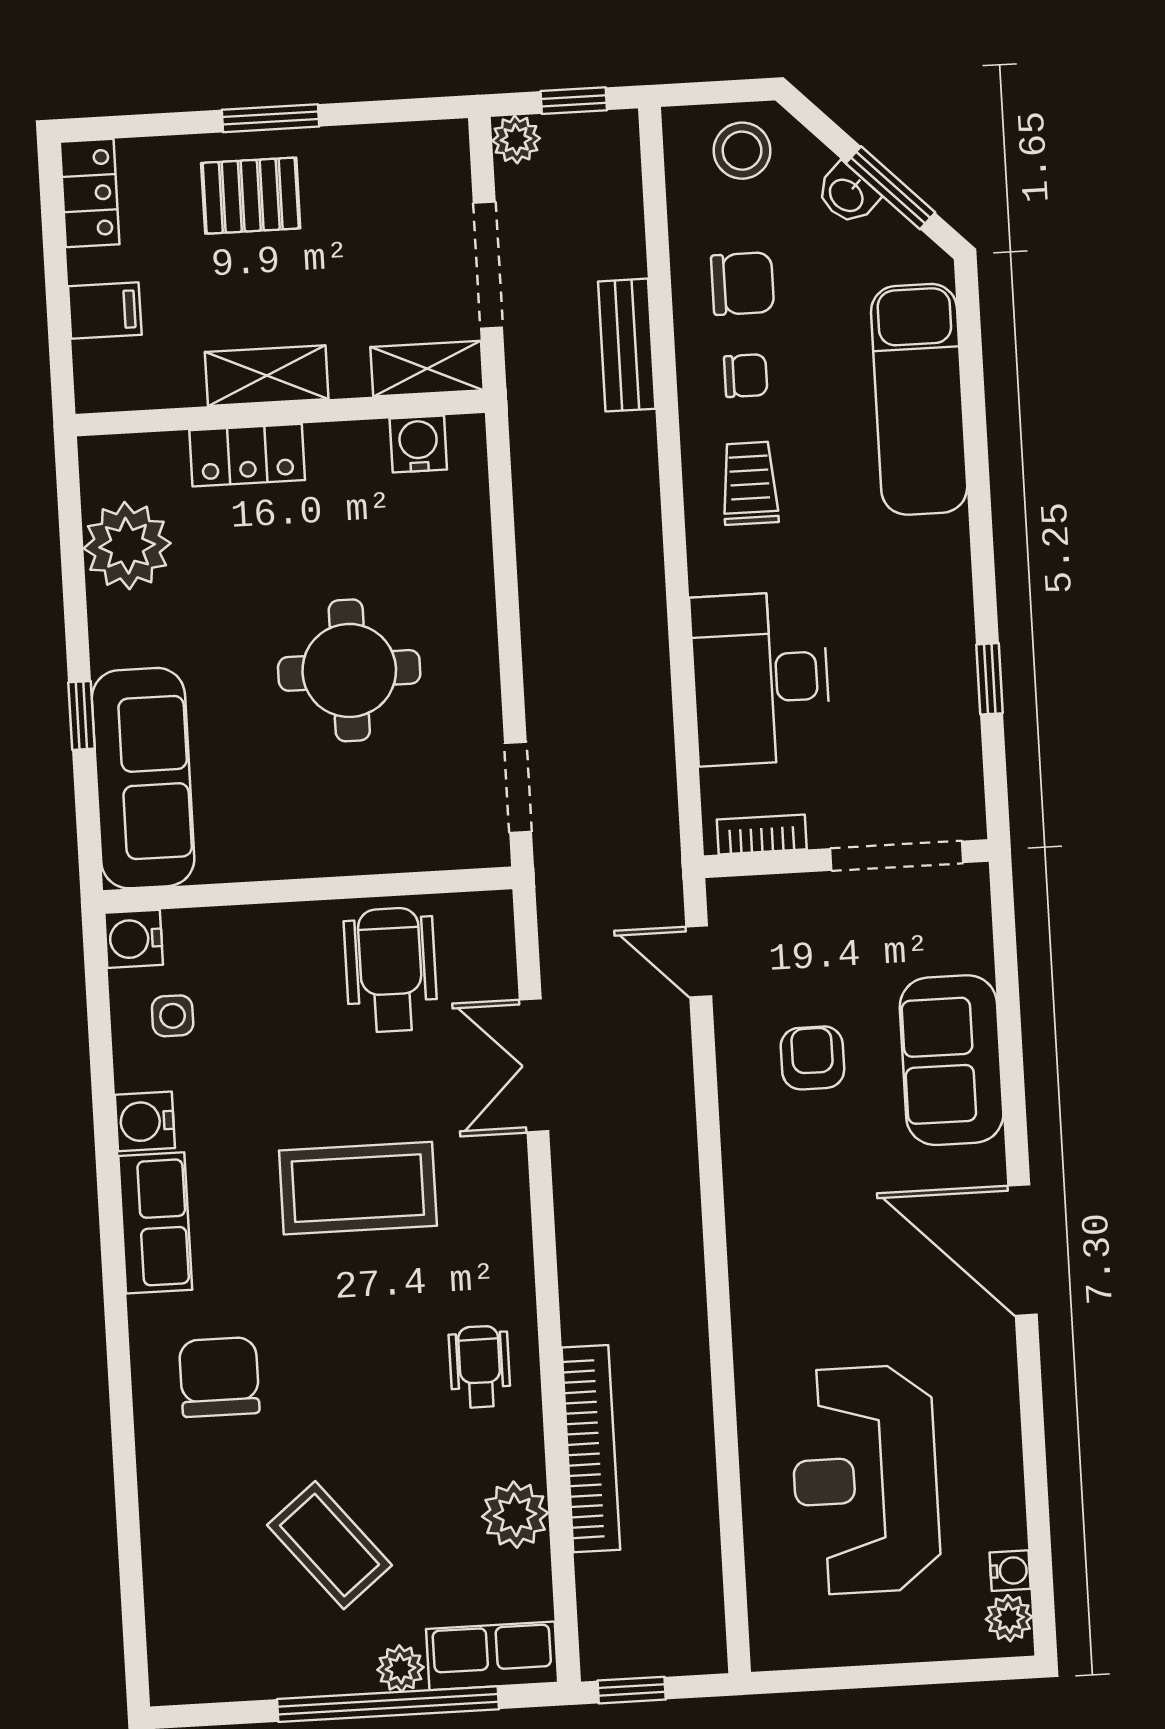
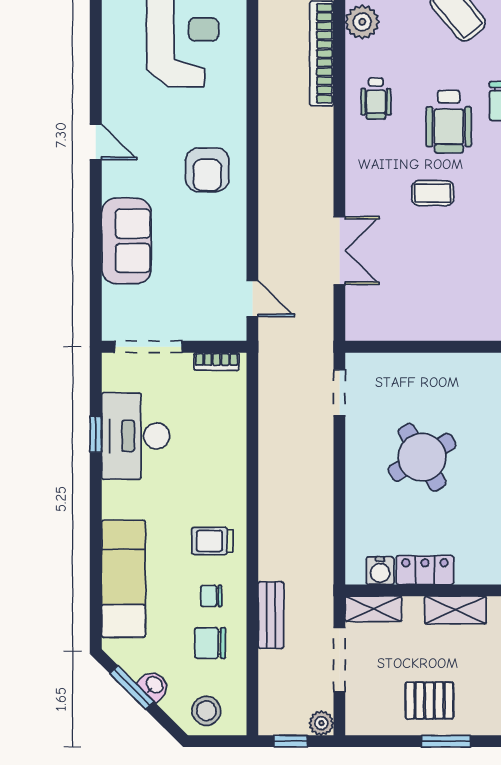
pallet: (251, 196) -> (429, 700), moved
locker: (247, 455) -> (425, 570), moved
trolley: (750, 483) -> (212, 541), turned 90
round table: (349, 670) -> (422, 457), turned -30
desk: (760, 678) -> (136, 436), moved, turned 180
wheelchair: (391, 970) -> (449, 122), moved
armchair: (812, 1058) -> (207, 170), moved, width x1.38, depth x1.38
coffee table: (358, 1188) -> (433, 193), width x0.54, depth x0.58
door: (1022, 1250) -> (96, 142), width x0.53

